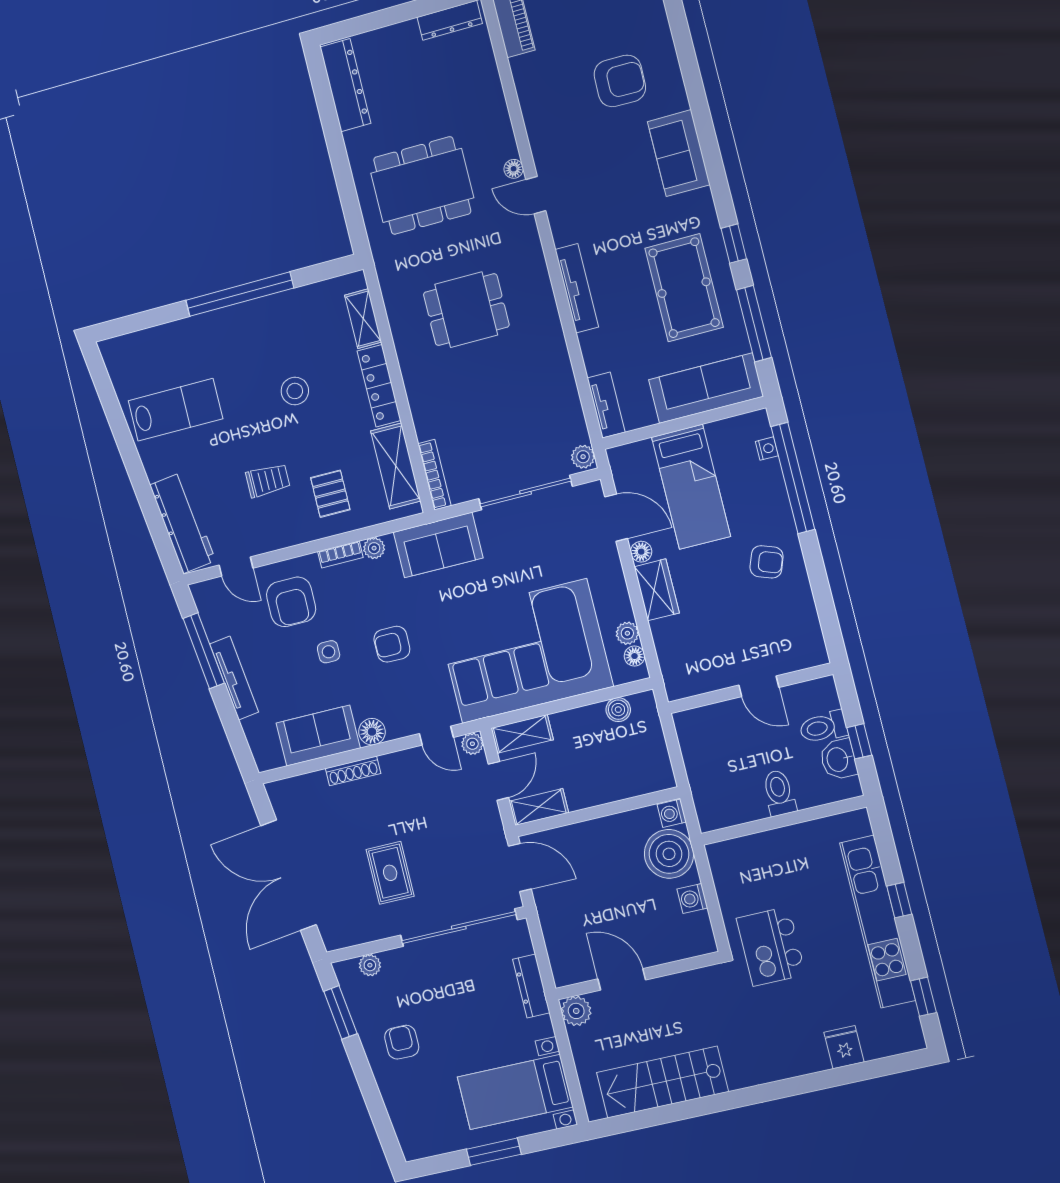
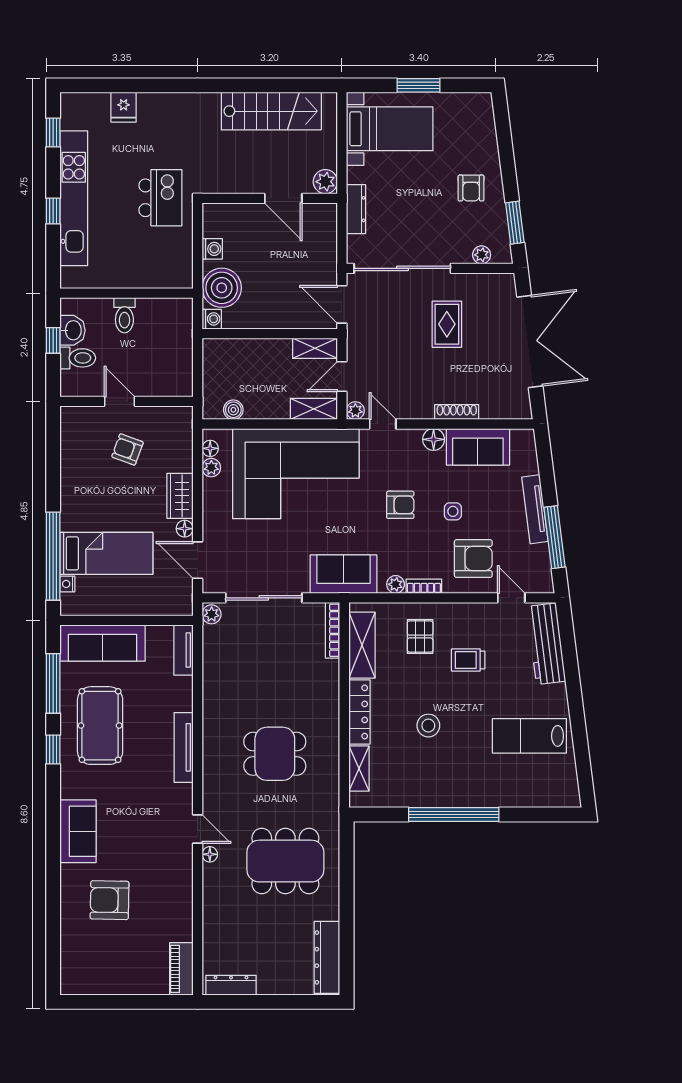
bed: (691, 487) -> (106, 553), moved, turned 90
armchair: (767, 562) -> (127, 449), moved
armchair: (291, 602) -> (473, 559), turned 90

